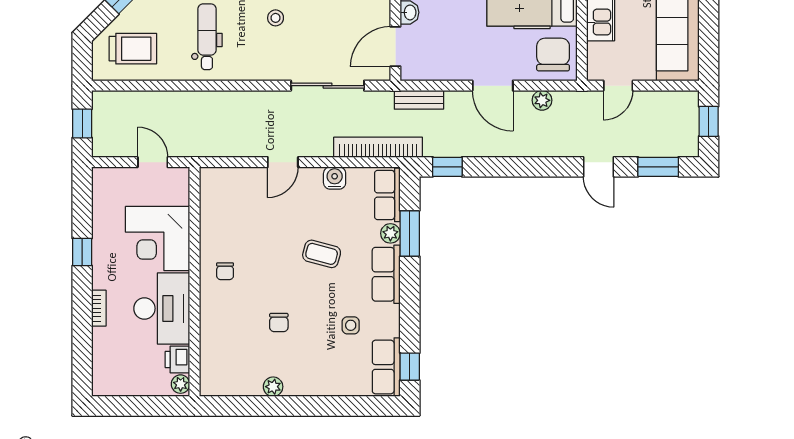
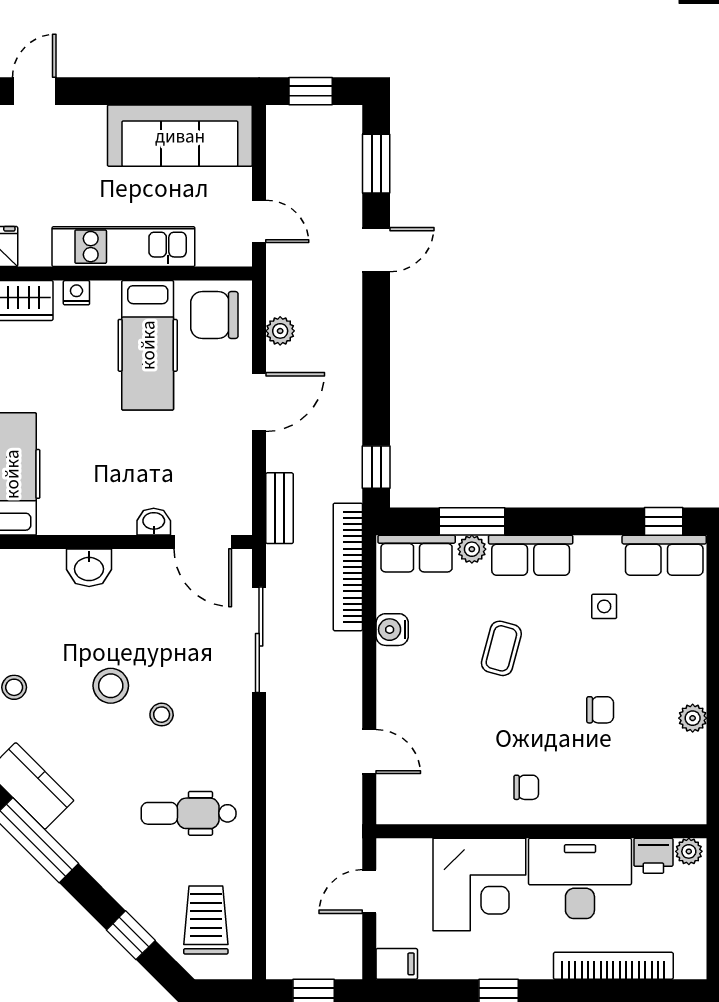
door: (283, 162) -> (369, 752), moved
filing cabinet: (102, 181) -> (397, 964), added
bookcase: (99, 308) -> (613, 966), width x2.31, depth x1.31

